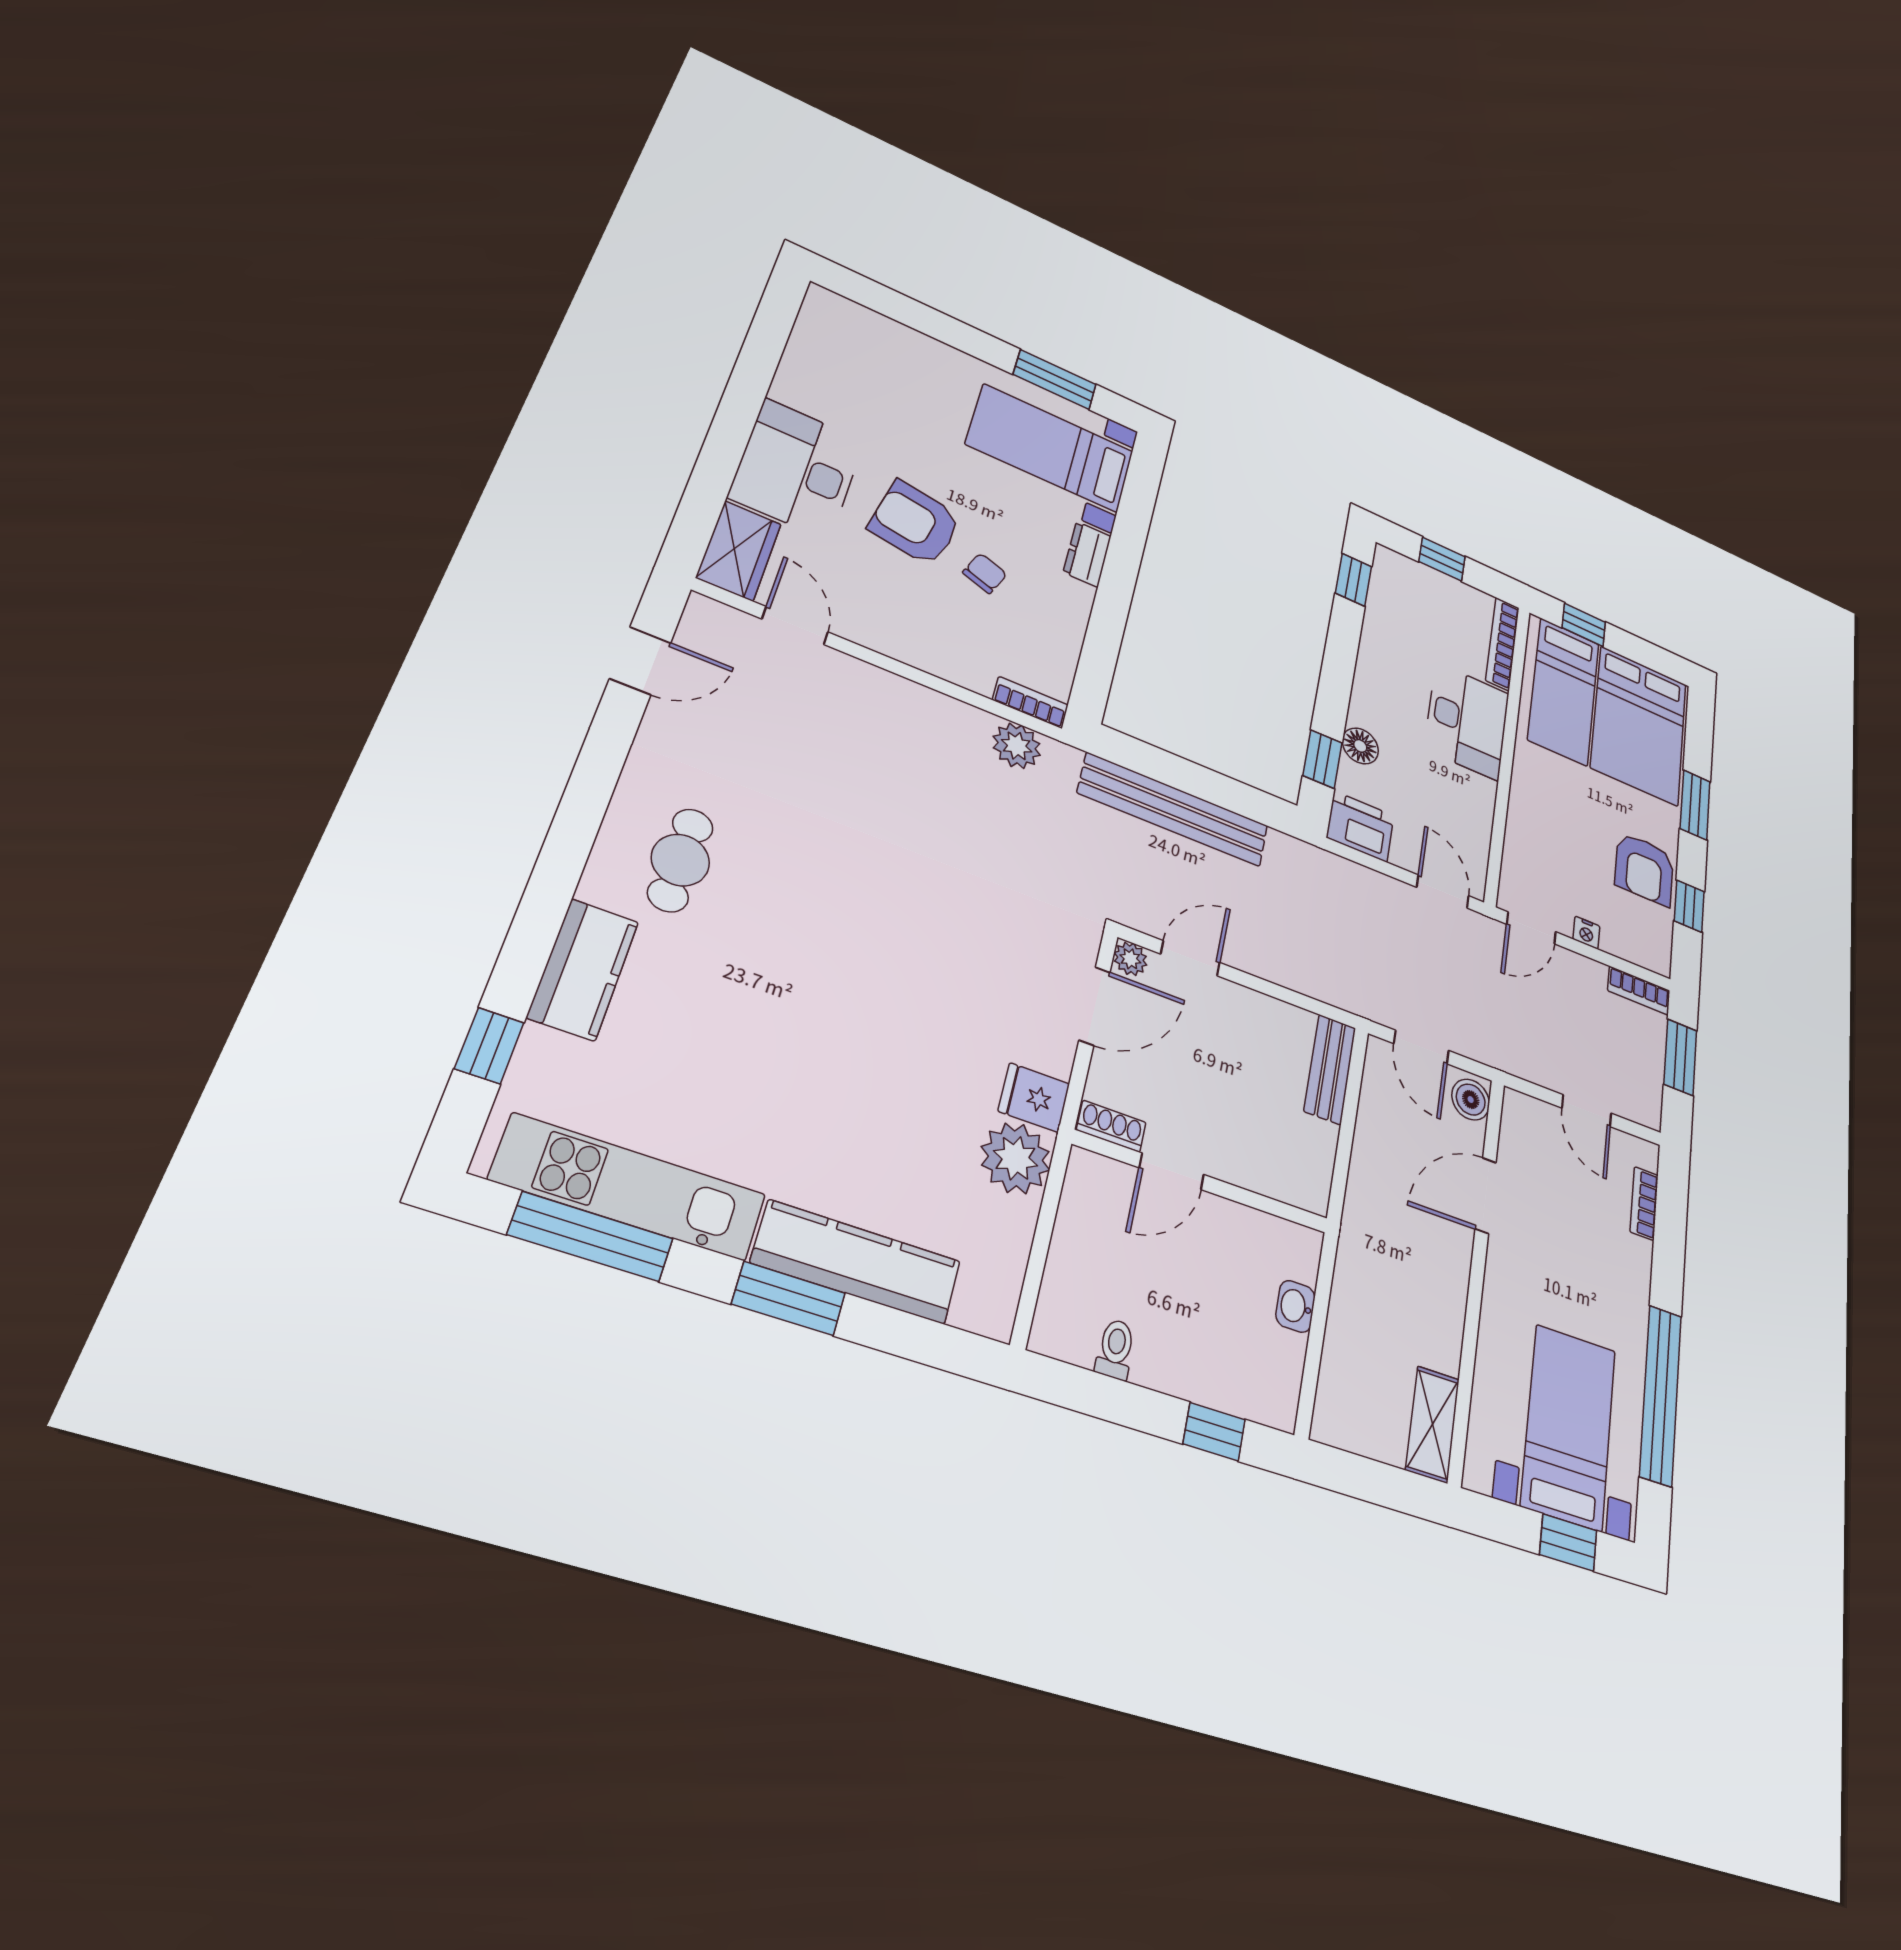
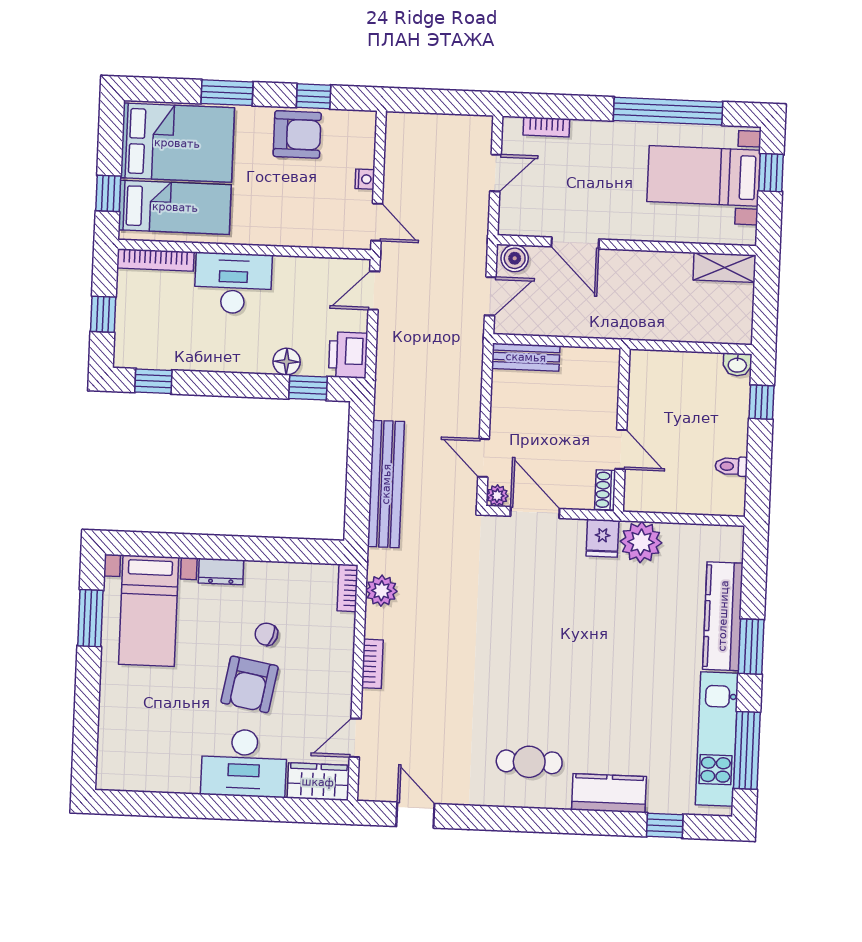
bookcase: (1639, 991) -> (372, 664), moved
window: (1680, 1057) -> (433, 101), removed
washbasin: (1295, 1306) -> (737, 365), moved

